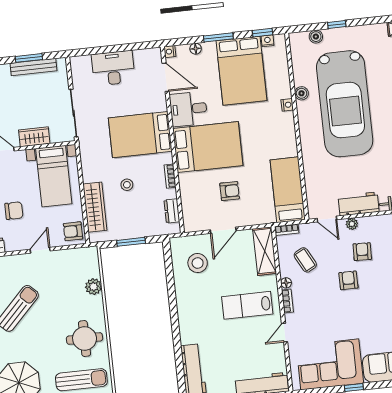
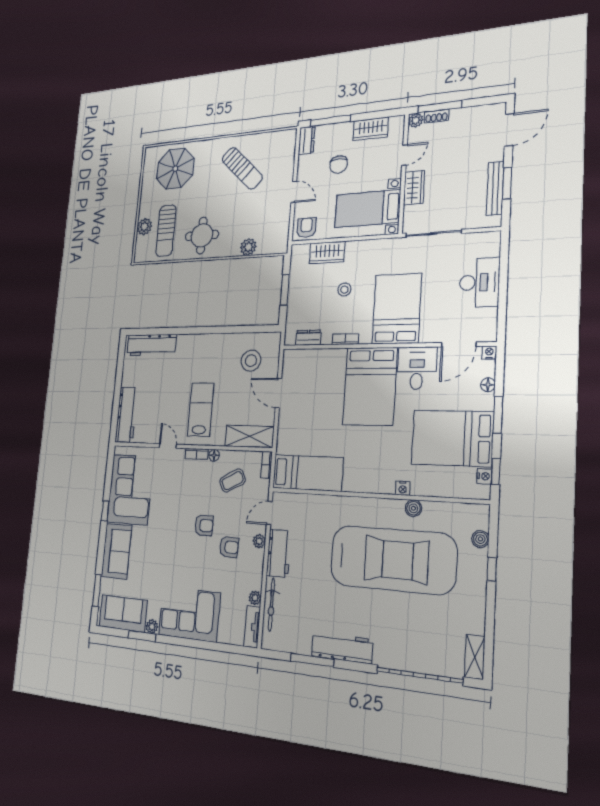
car: (345, 104) -> (393, 560), turned 180
armchair: (230, 191) -> (318, 405), removed
wardrobe: (95, 207) -> (327, 253), width x0.67

